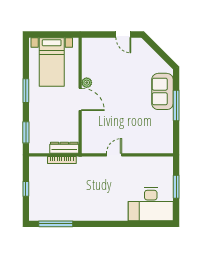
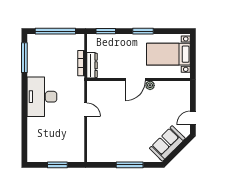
sofa: (162, 91) -> (167, 143), moved, turned -45
window: (26, 189) -> (55, 31), width x3.17
desk: (151, 204) -> (42, 97), moved

